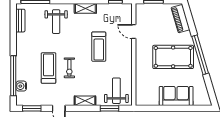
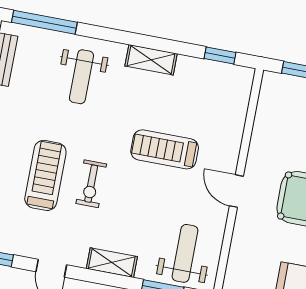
door: (134, 32) -> (236, 191), moved
treadmill: (99, 47) -> (165, 149), turned 90

